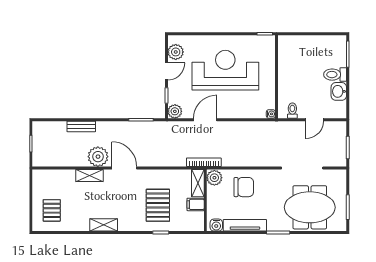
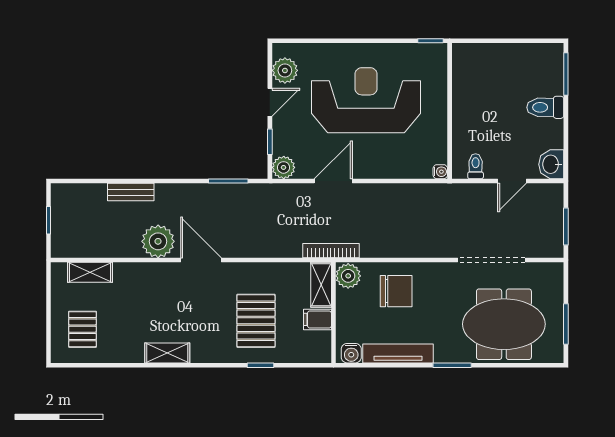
washbasin: (339, 91) -> (551, 164), moved
shelving: (89, 175) -> (90, 272), moved

